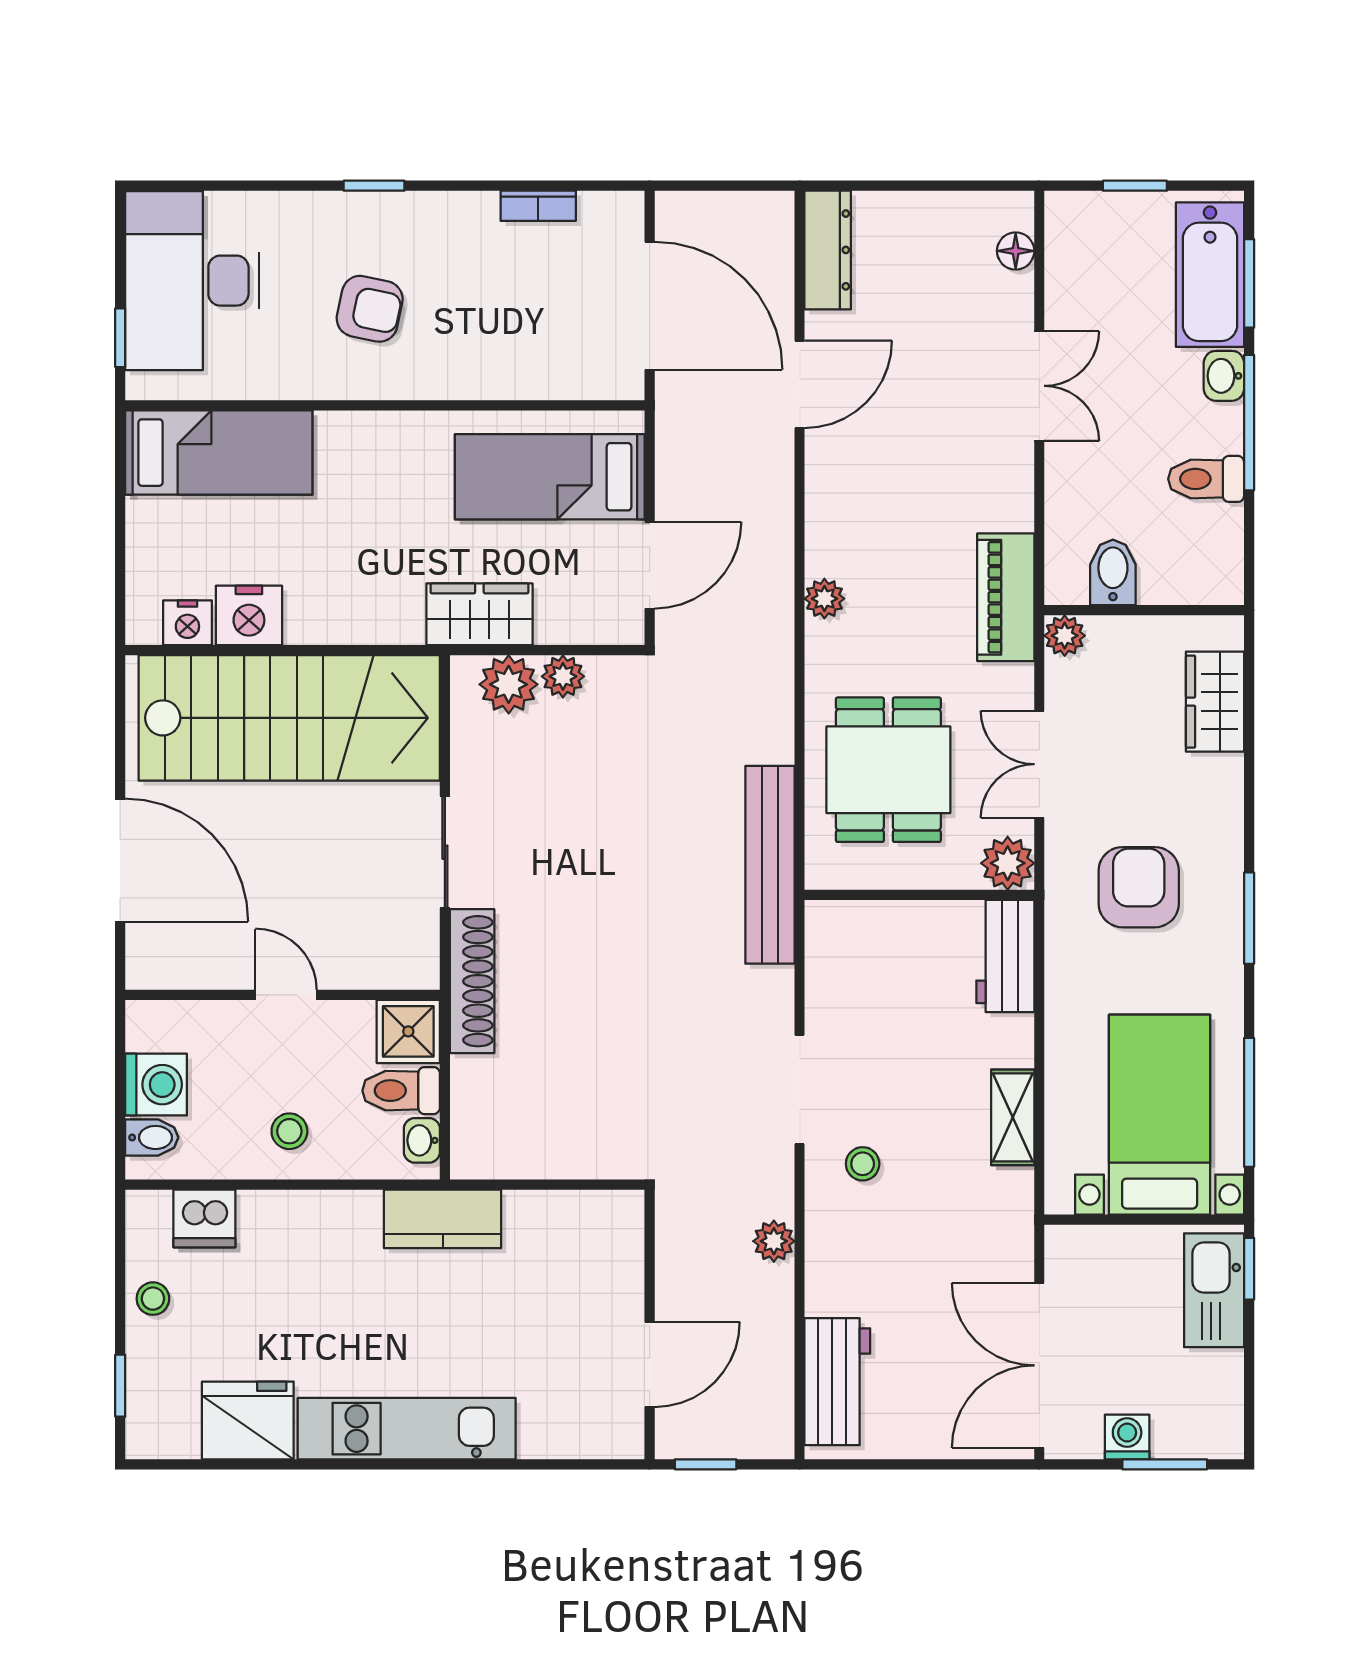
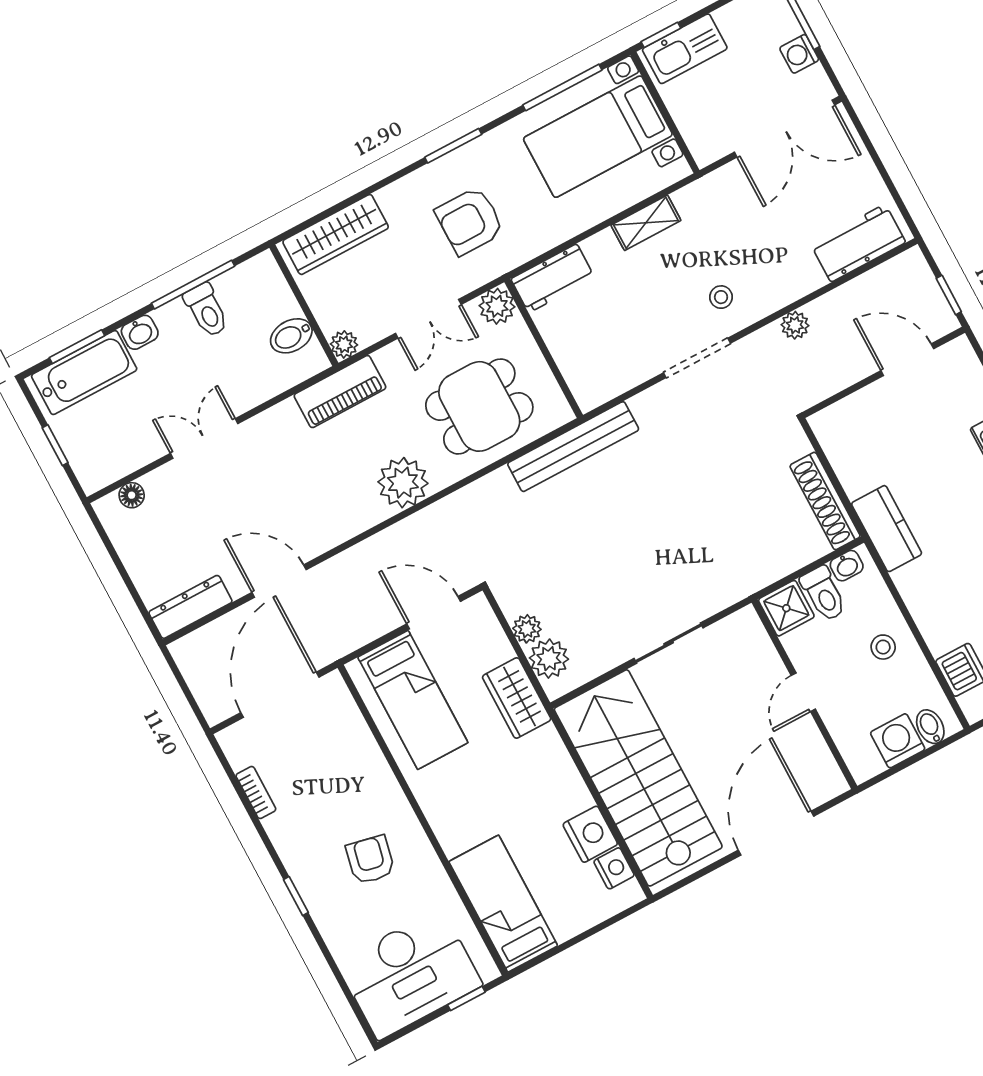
window: (1249, 423) -> (193, 285), moved
plant: (824, 599) -> (403, 483), width x1.87, depth x1.87
wardrobe: (1215, 702) -> (336, 234), width x1.50
shoe rack: (472, 981) -> (825, 501), moved, turned -90

